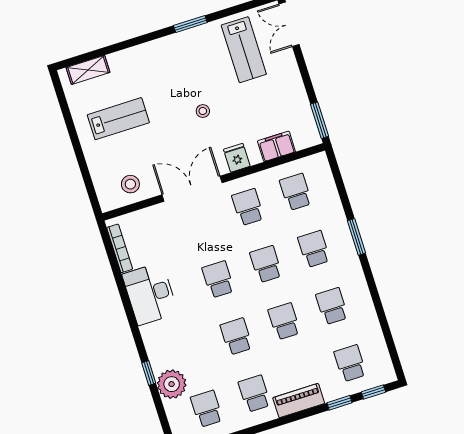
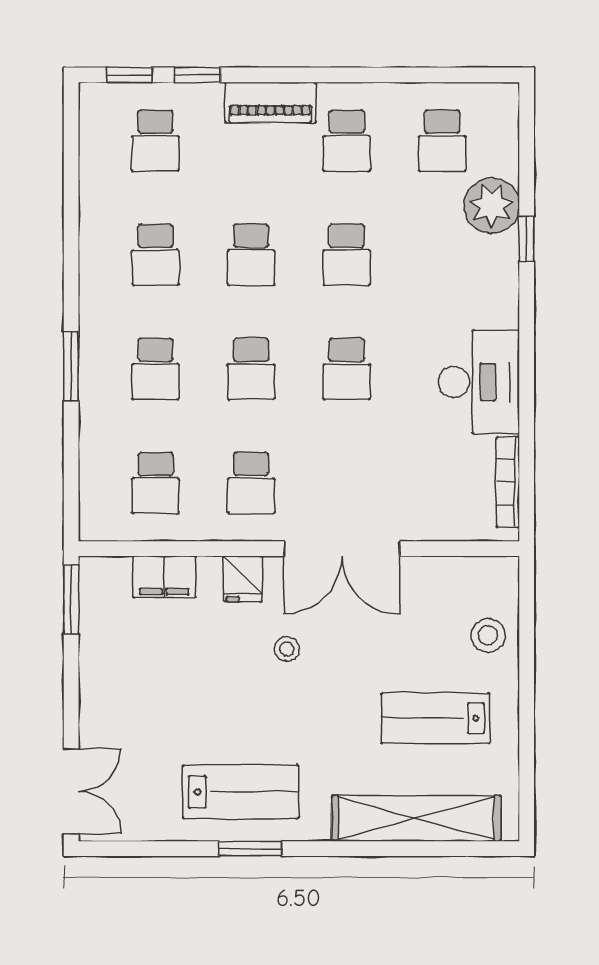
lab bench: (244, 50) -> (241, 792), moved, turned 90
shelving: (88, 70) -> (416, 818), width x2.20, depth x1.33
stool: (203, 111) -> (287, 649), moved
stool: (130, 184) -> (488, 635), moved

